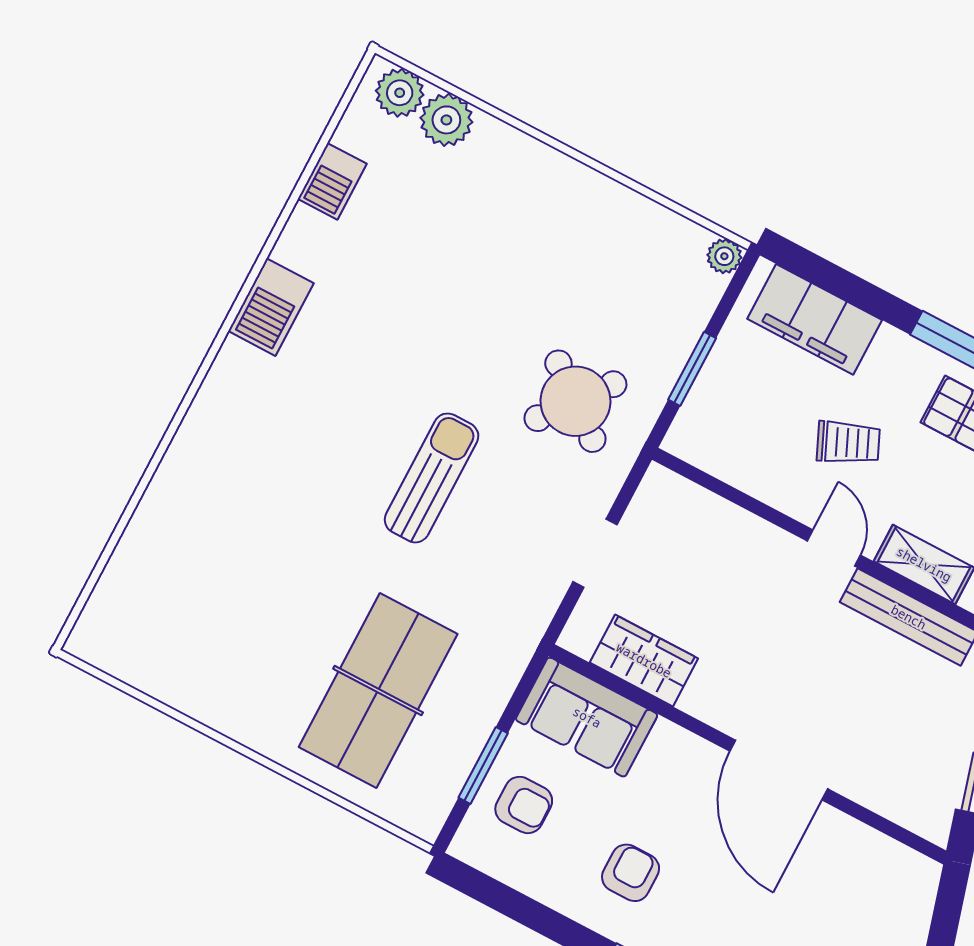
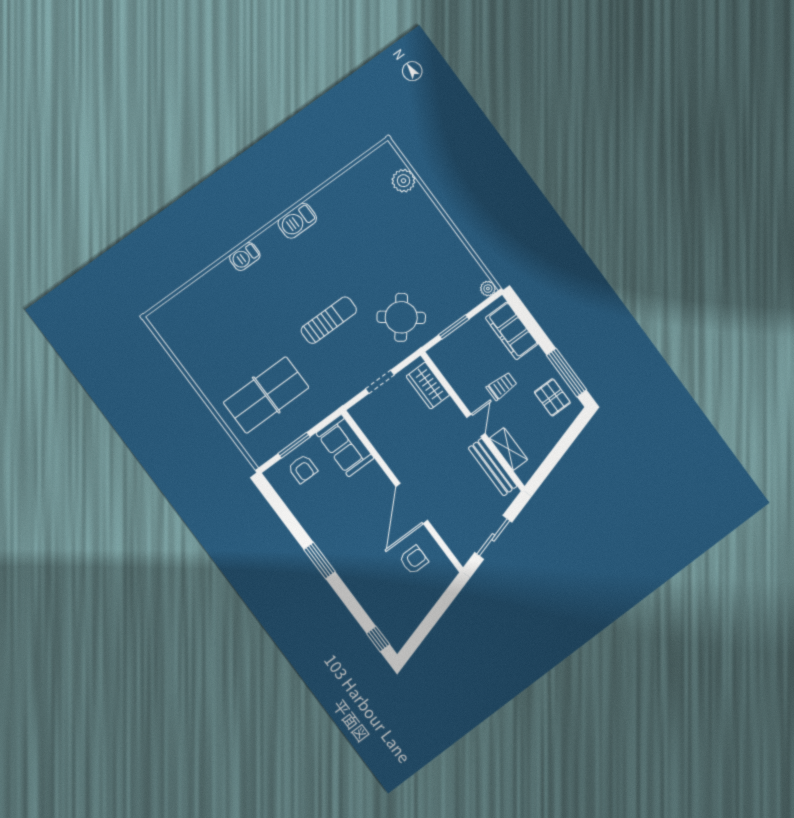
plant: (400, 93) -> (390, 161), removed
barbecue: (332, 181) -> (245, 257), moved
trolley: (848, 443) -> (502, 386), turned -66
wardrobe: (644, 660) -> (428, 386), moved, turned 180
armchair: (631, 873) -> (414, 560), moved

